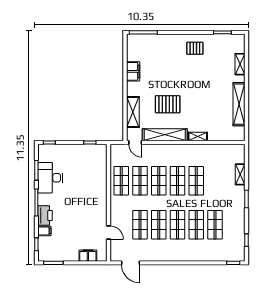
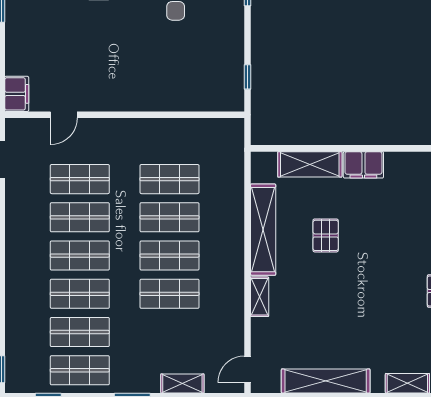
filing cabinet: (133, 71) -> (363, 165), moved
pallet: (168, 104) -> (326, 235), width x0.67, depth x0.71
door: (135, 142) -> (248, 369), moved
shop shelf: (121, 181) -> (80, 370), moved
filing cabinet: (88, 256) -> (17, 94), moved

